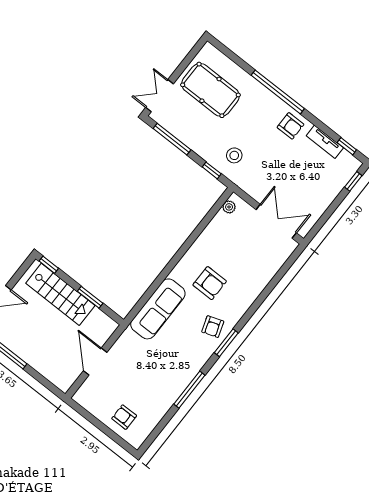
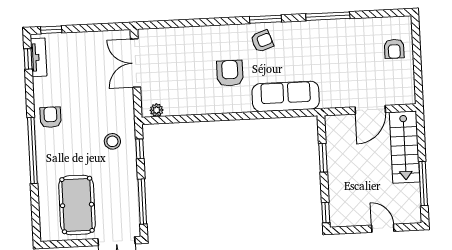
tv unit: (325, 142) -> (39, 57), moved
stairs: (60, 294) -> (405, 147), moved, turned 180

